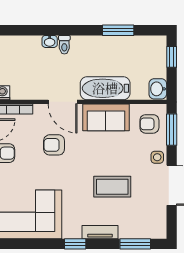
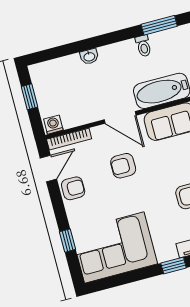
toilet: (64, 45) -> (143, 46), moved

